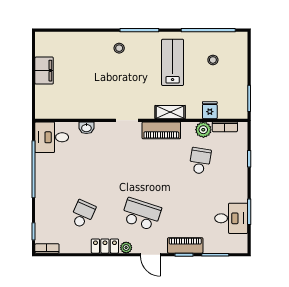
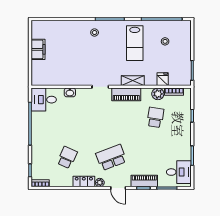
lab bench: (173, 62) -> (135, 43), turned 180
school desk: (141, 214) -> (111, 157), turned -39
desk: (231, 218) -> (179, 172), moved

